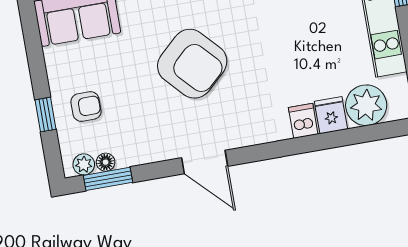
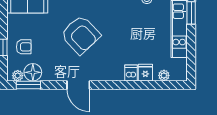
plant: (366, 105) -> (164, 75), width x0.53, depth x0.53
floor lamp: (106, 162) -> (33, 72), width x1.89, depth x1.89

